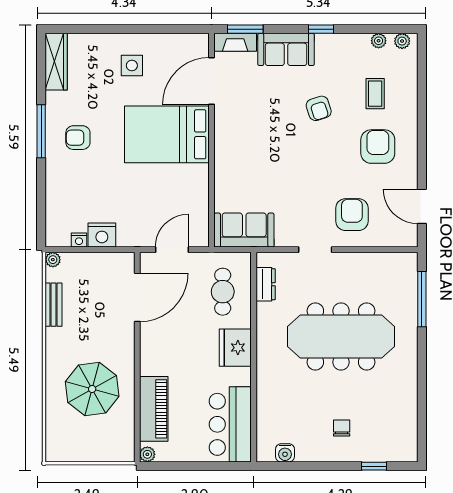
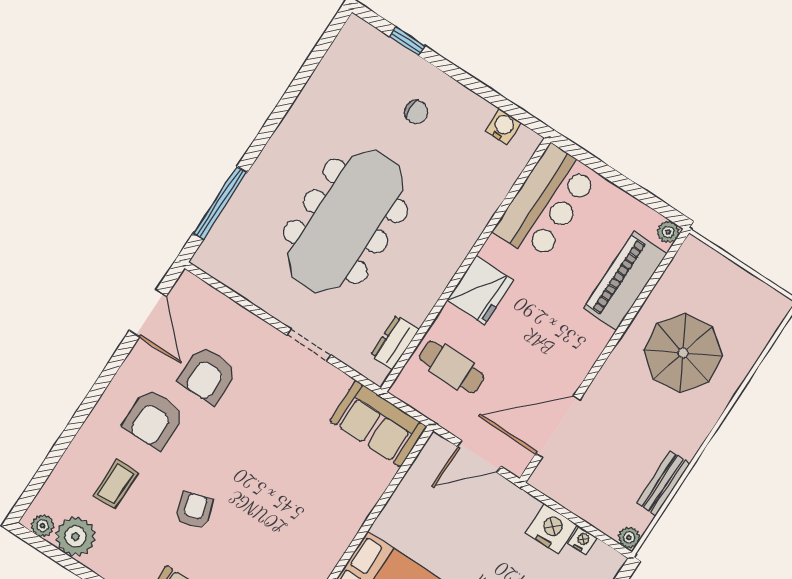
plant: (379, 41) -> (75, 537), width x1.87, depth x1.87
armchair: (352, 215) -> (208, 375), moved
cafe table: (223, 292) -> (452, 367), turned 90
meeting table: (341, 336) -> (346, 221), turned 90
chair: (342, 428) -> (416, 112), turned -90

